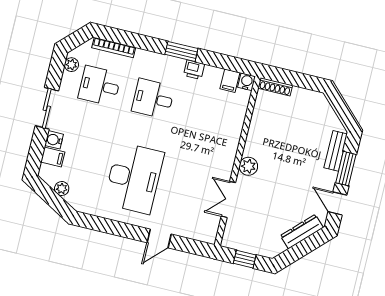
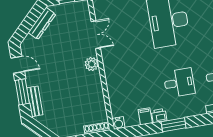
filing cabinet: (230, 81) -> (145, 116), moved
dresser: (302, 232) -> (42, 23), moved

